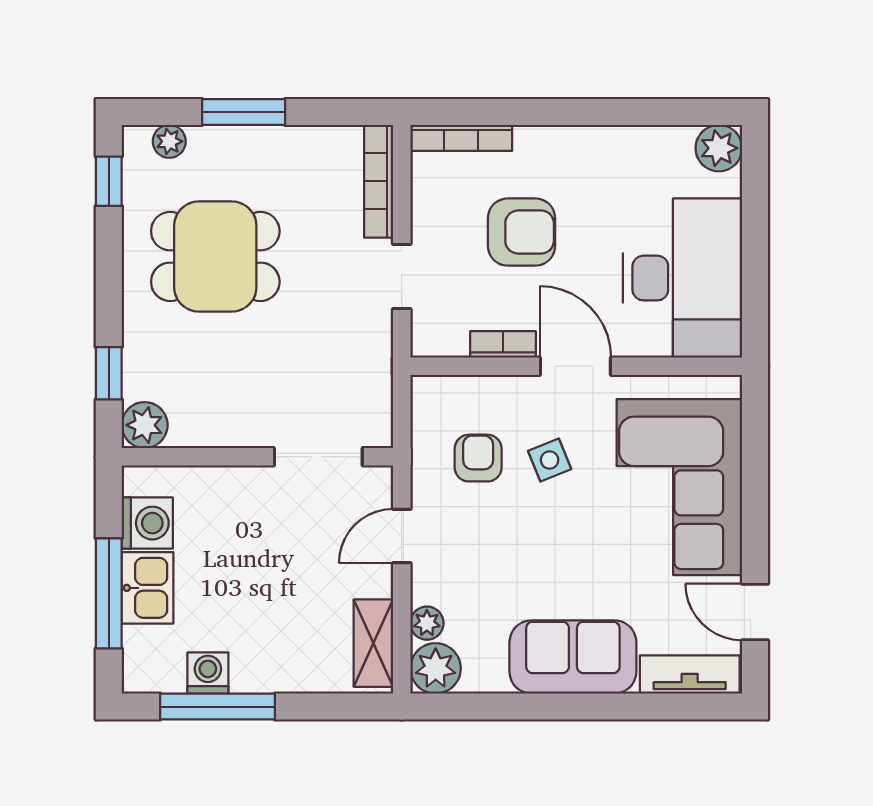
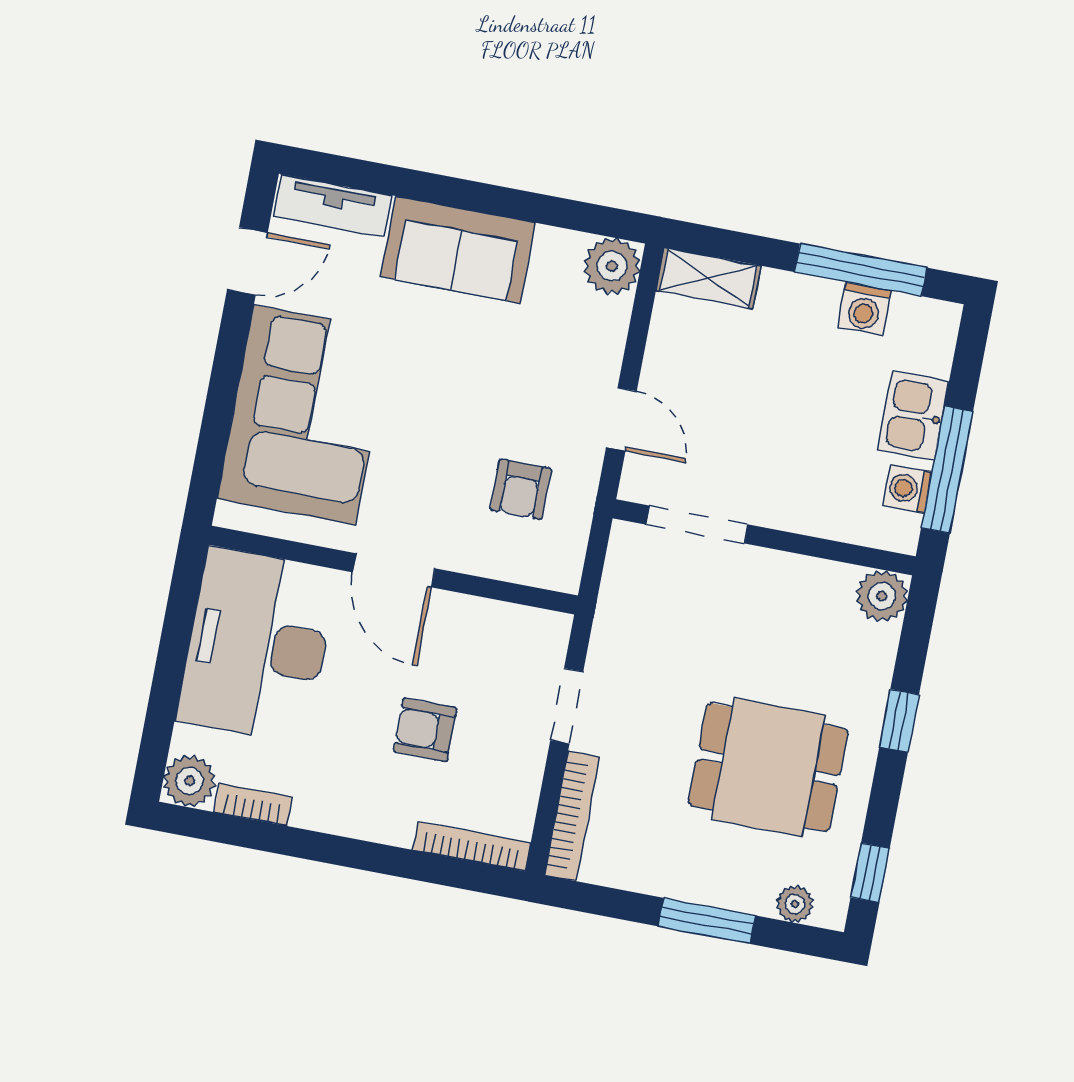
armchair: (521, 232) -> (425, 730), width x0.72, depth x0.72
bookcase: (503, 344) -> (253, 804), moved, turned 180
window: (109, 373) -> (899, 721), moved
side table: (550, 460) -> (442, 472), removed
washing machine: (147, 523) -> (907, 489), width x0.73, depth x0.73
door: (402, 536) -> (621, 419), hinge flipped
window: (109, 593) -> (947, 470), moved
door: (755, 612) -> (247, 261), hinge flipped
plant: (427, 623) -> (612, 318), removed
shelving: (373, 643) -> (708, 278), moved, turned 90

